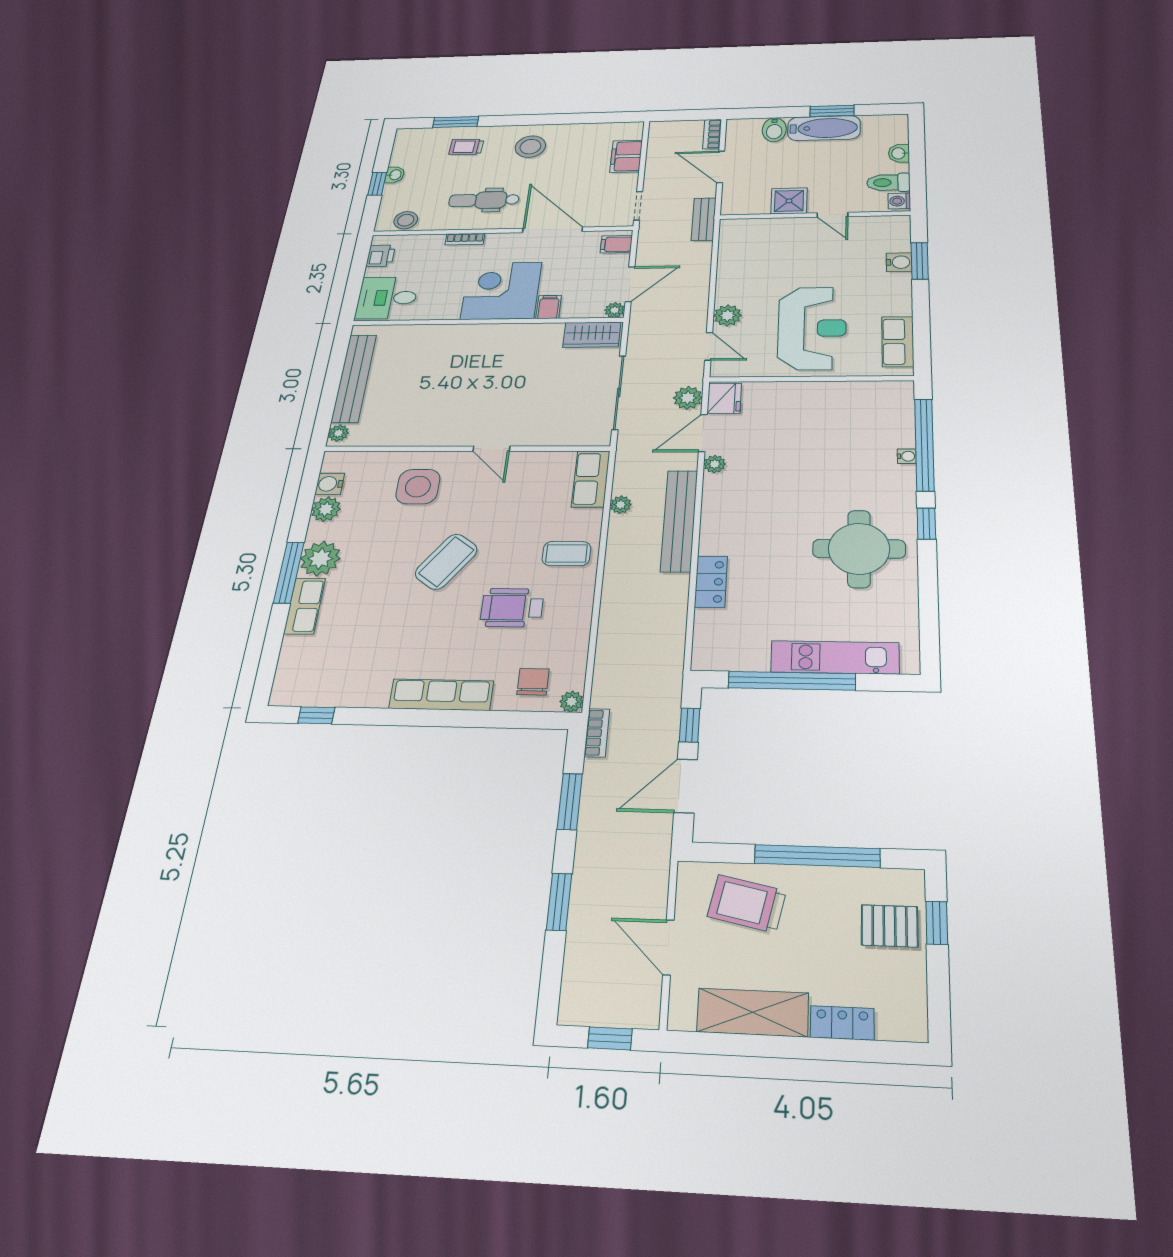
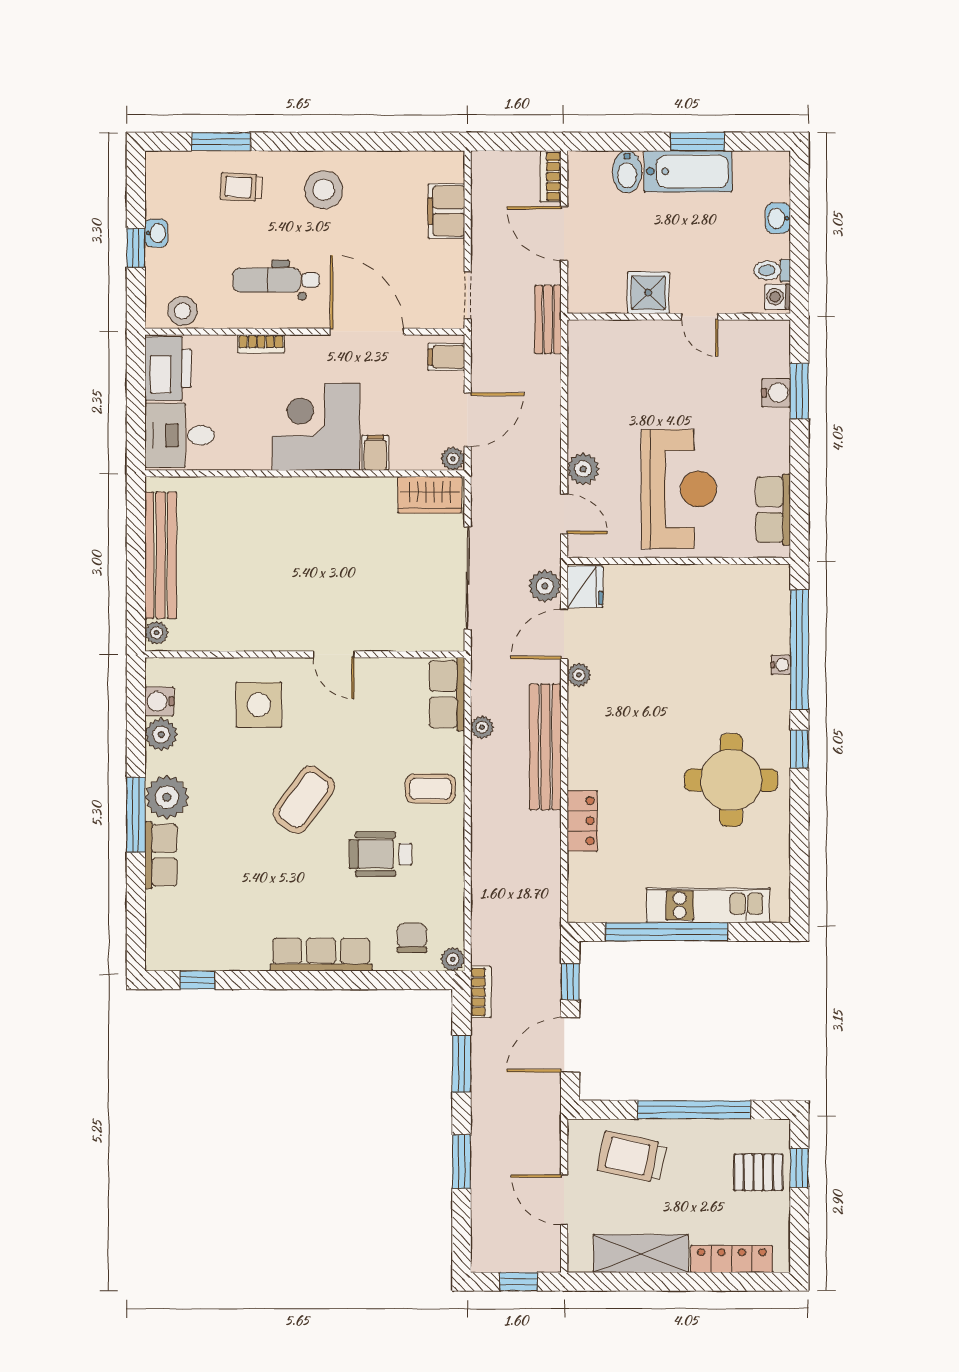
toilet: (888, 183) -> (772, 270), width x0.73, depth x0.72
printer: (381, 256) -> (168, 368), width x1.87, depth x1.48
locker: (842, 1023) -> (732, 1259), width x1.53

